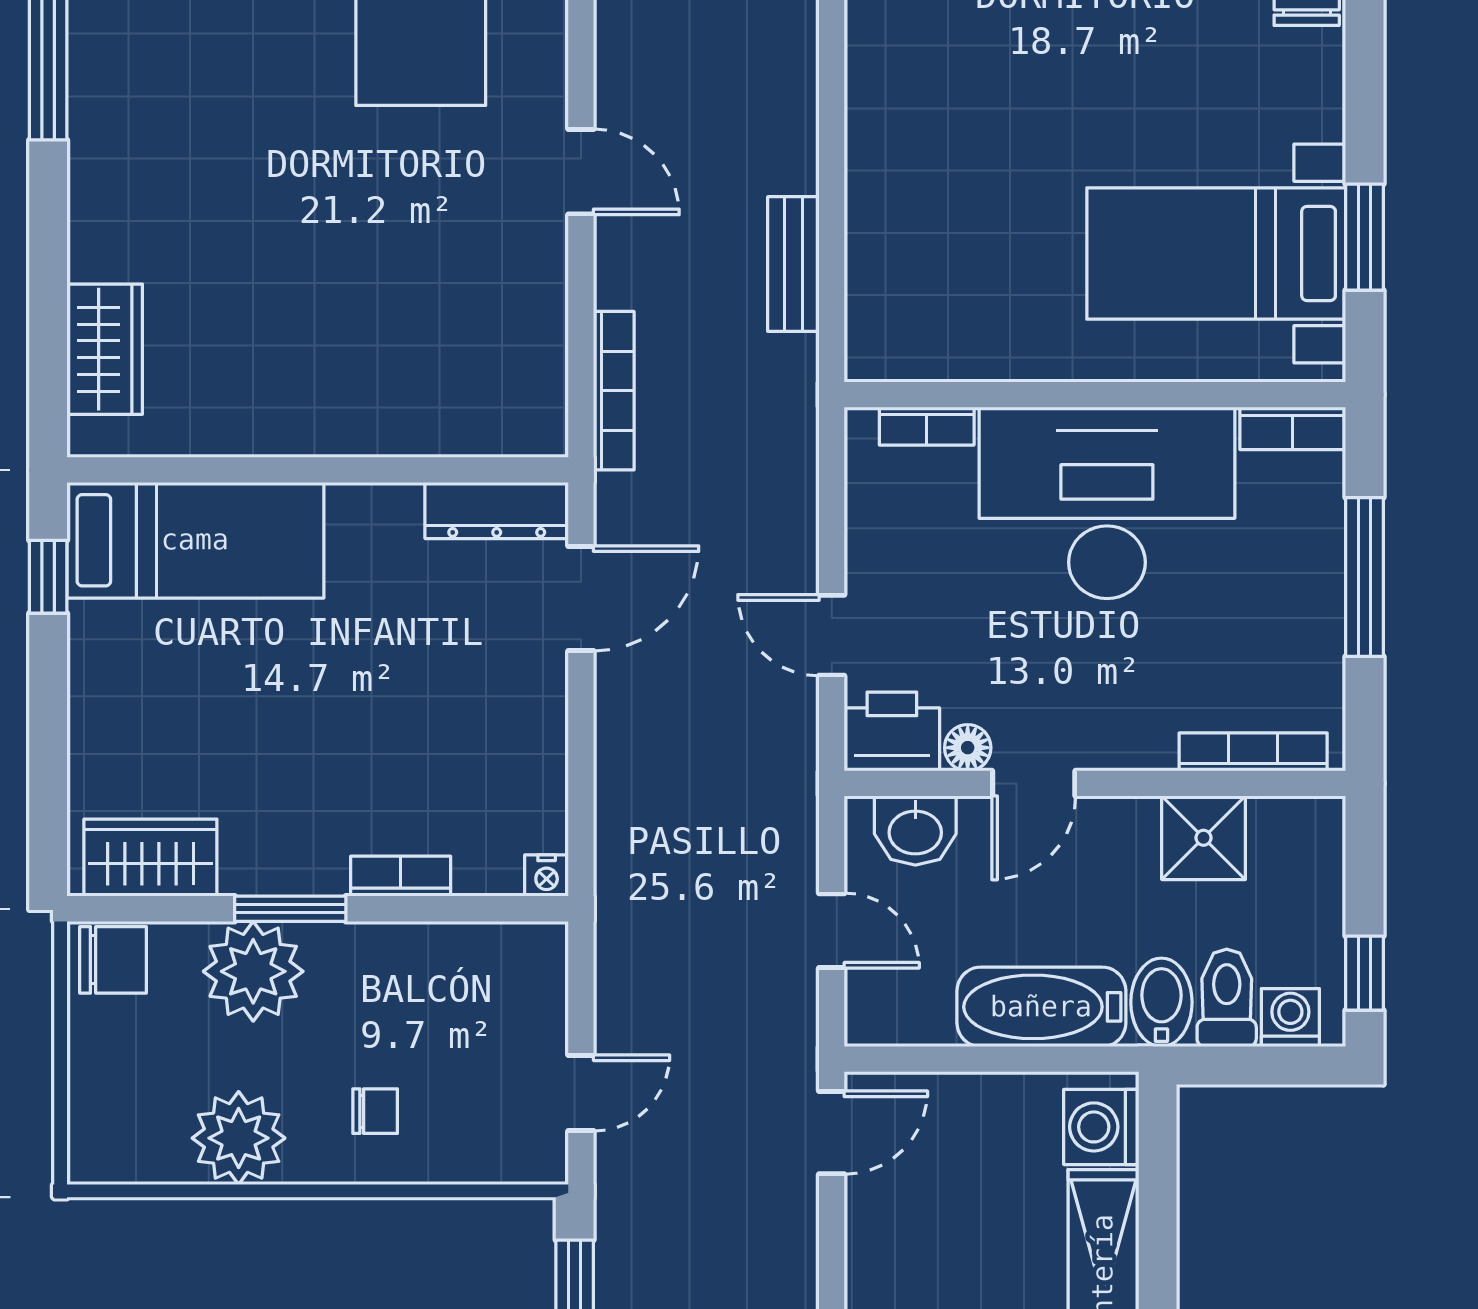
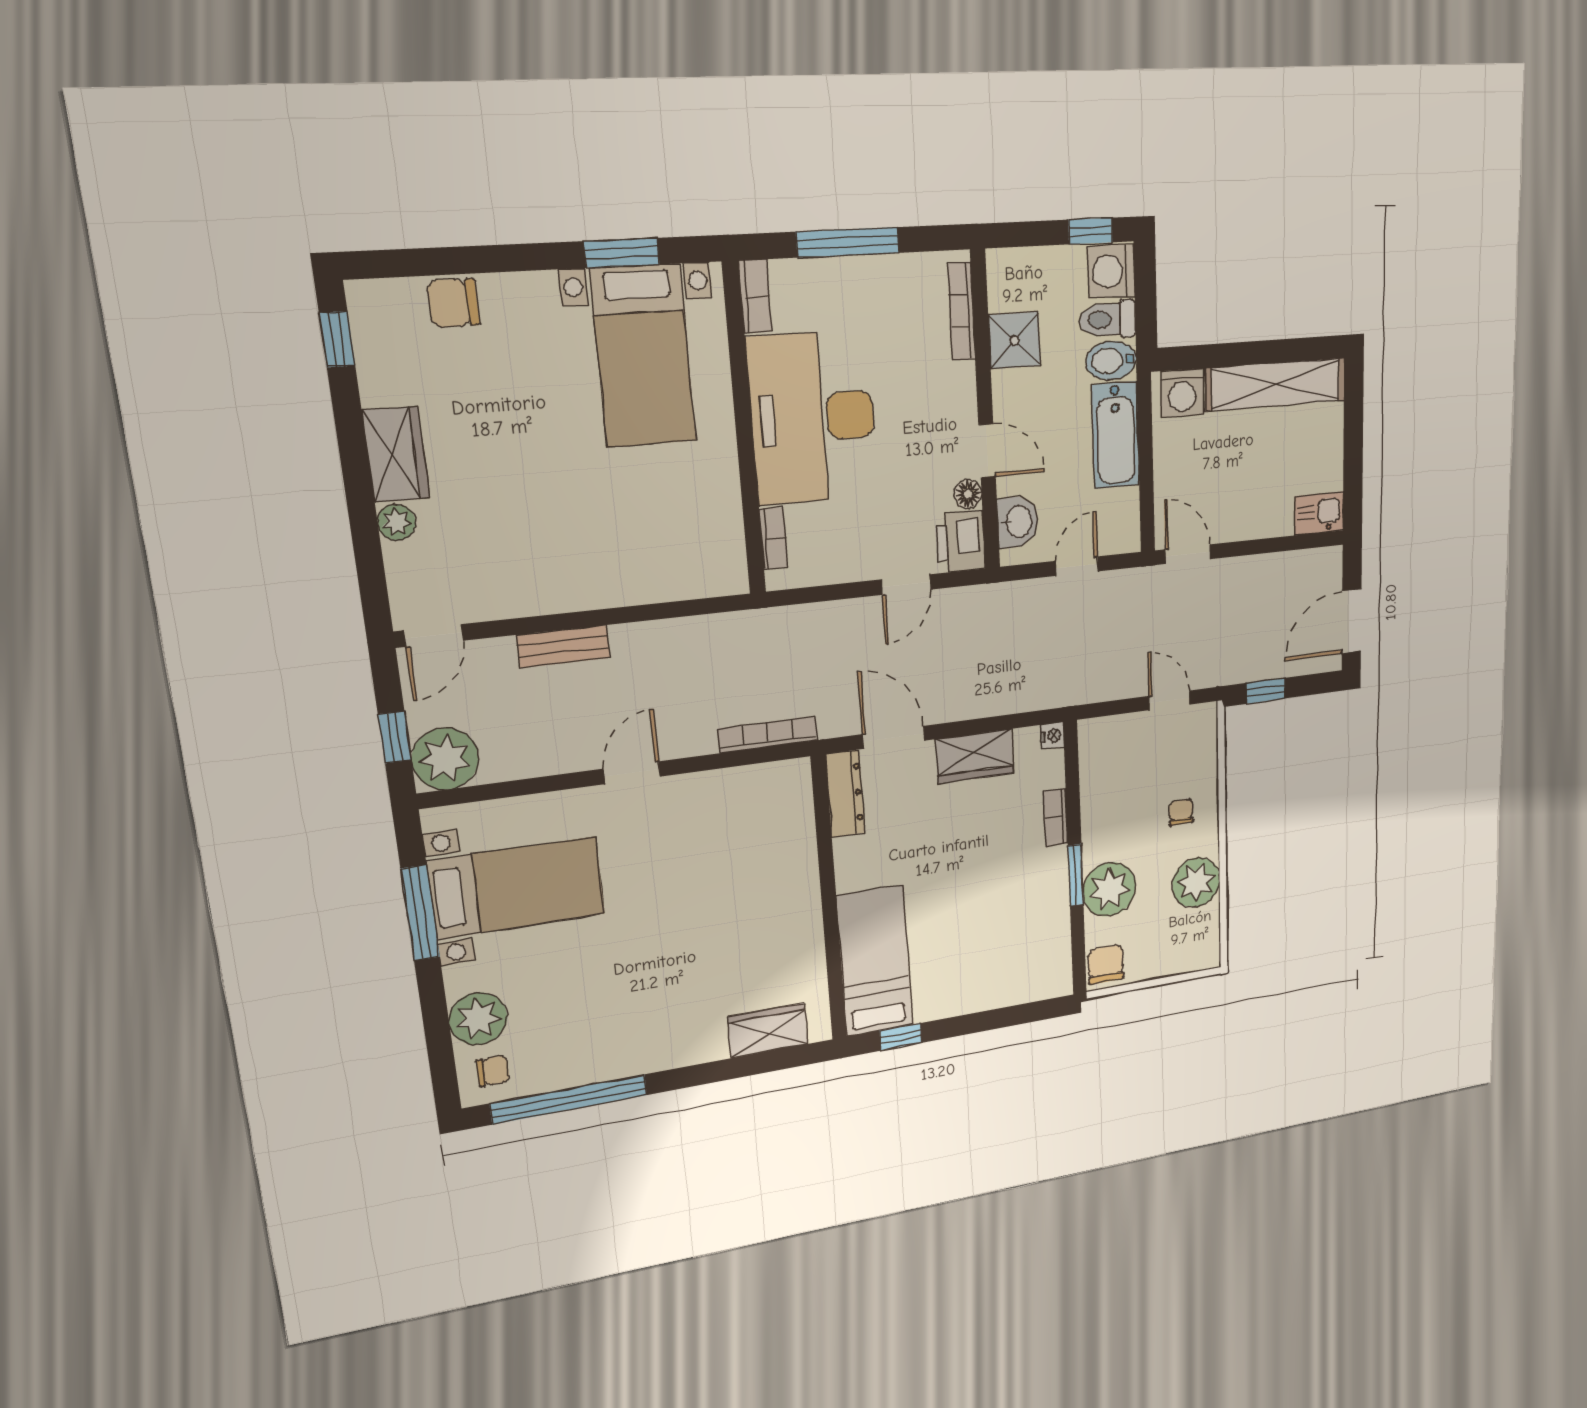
bench: (793, 264) -> (563, 646), moved
wardrobe: (150, 858) -> (975, 756), moved, turned -90
washing machine: (1290, 1018) -> (1111, 271), width x1.38, depth x1.38

